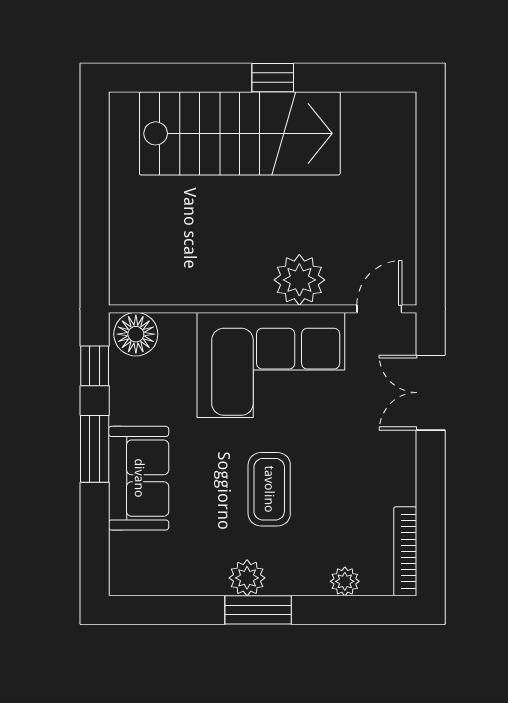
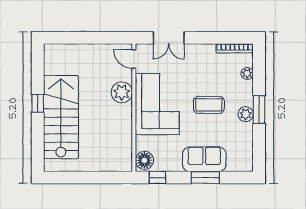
window: (95, 449) -> (205, 178), moved

